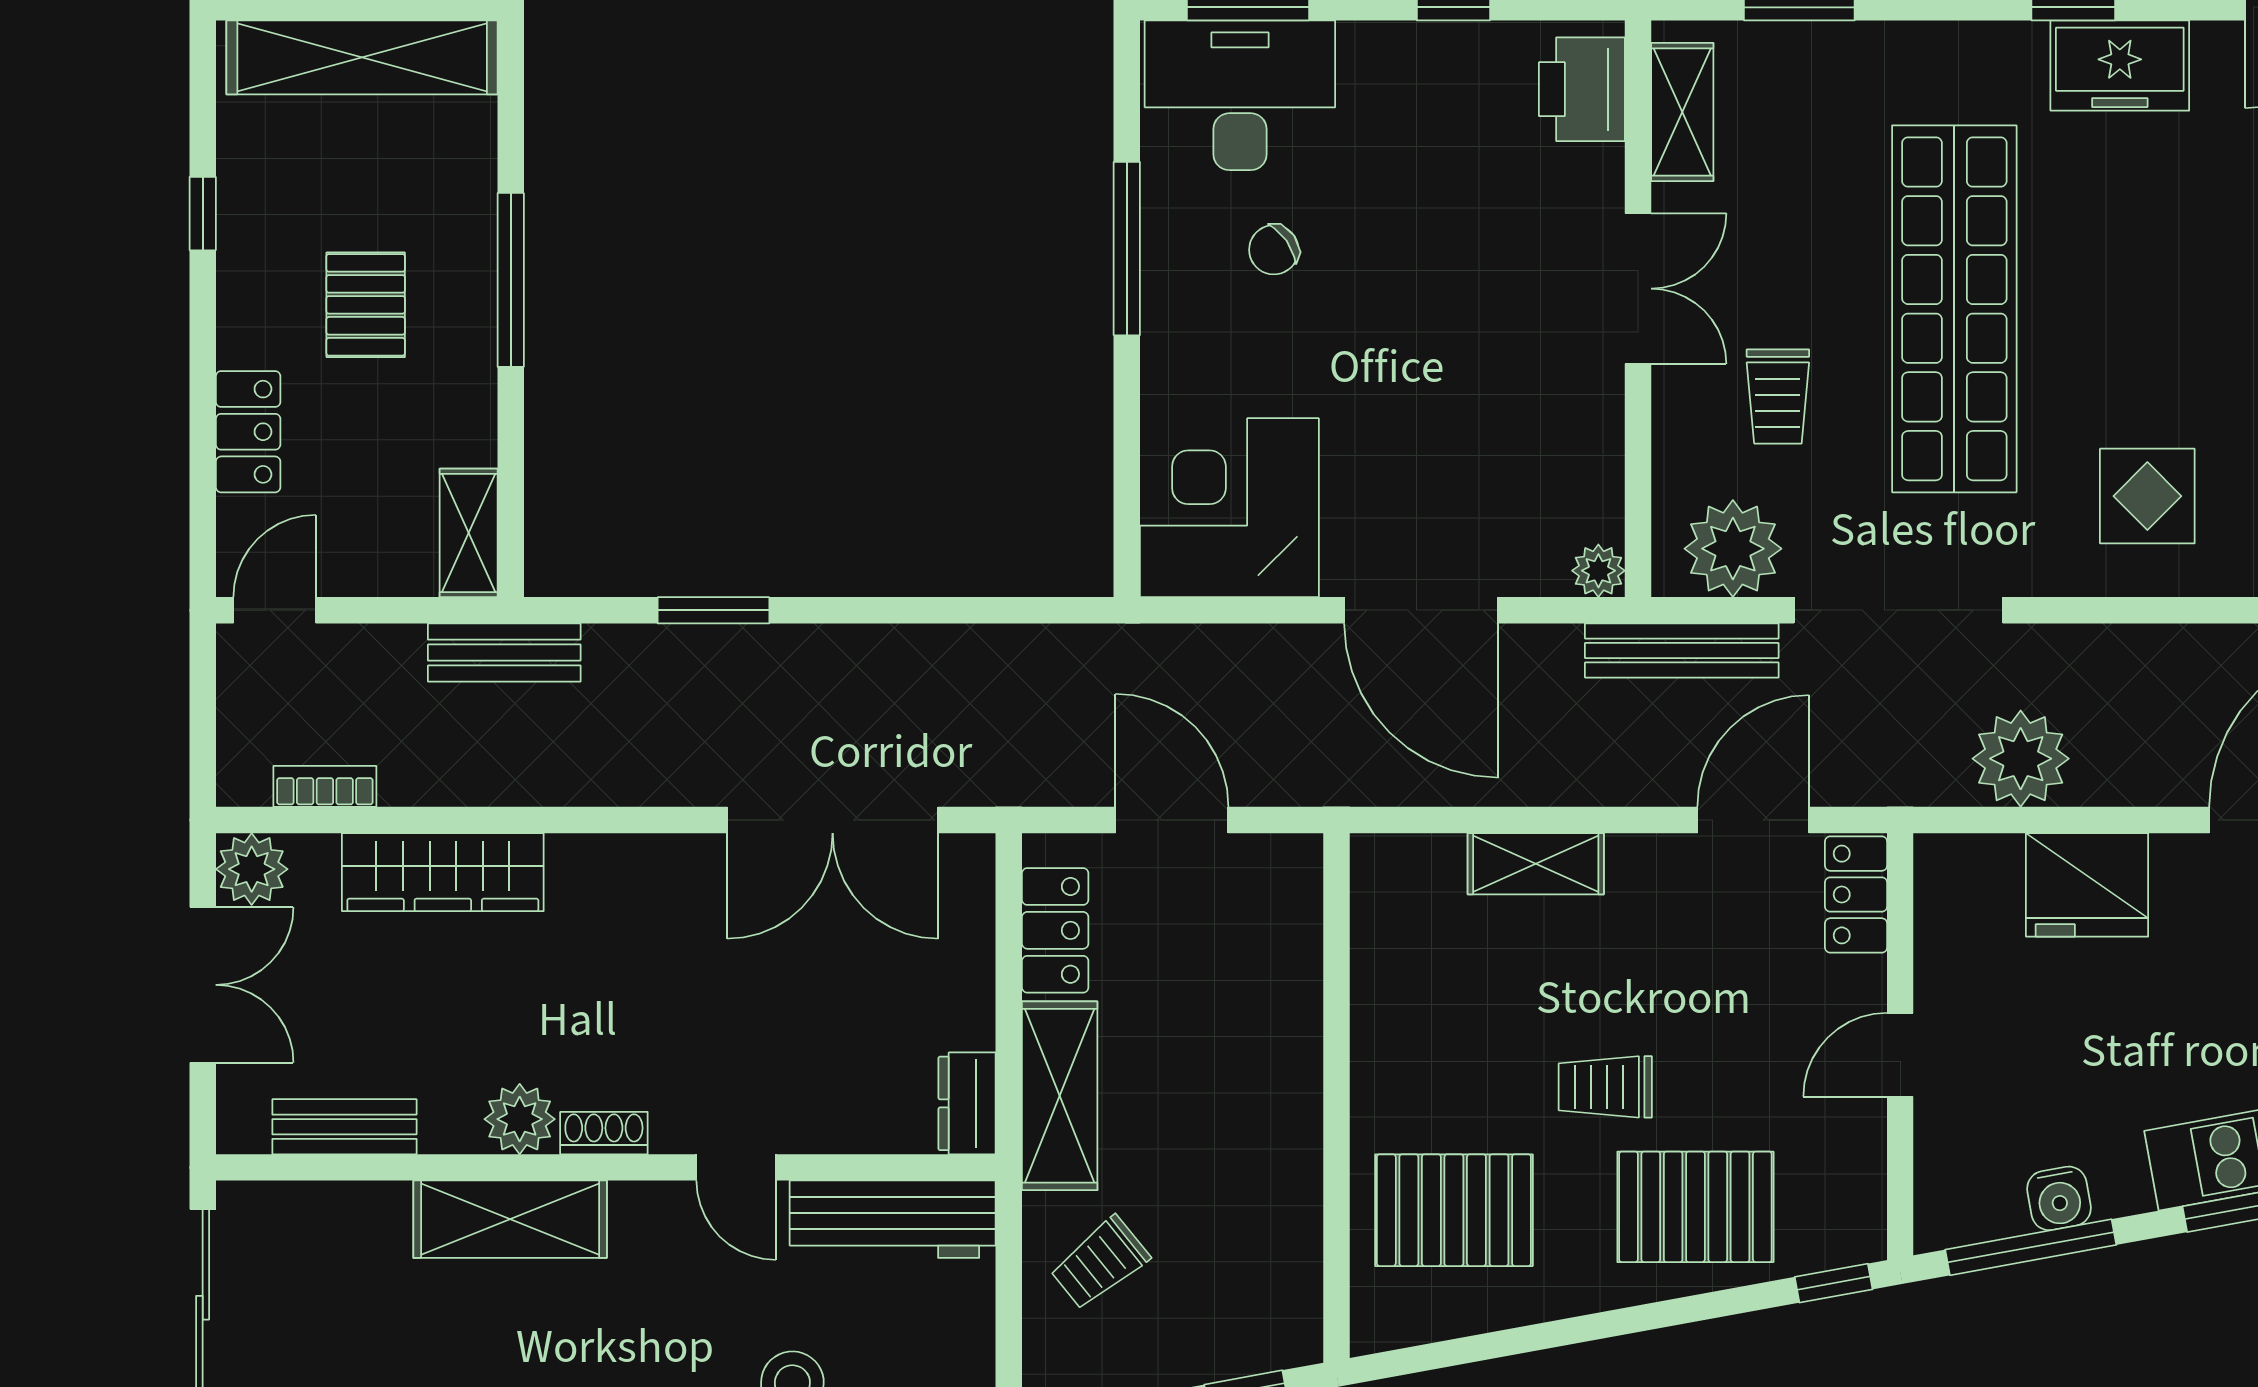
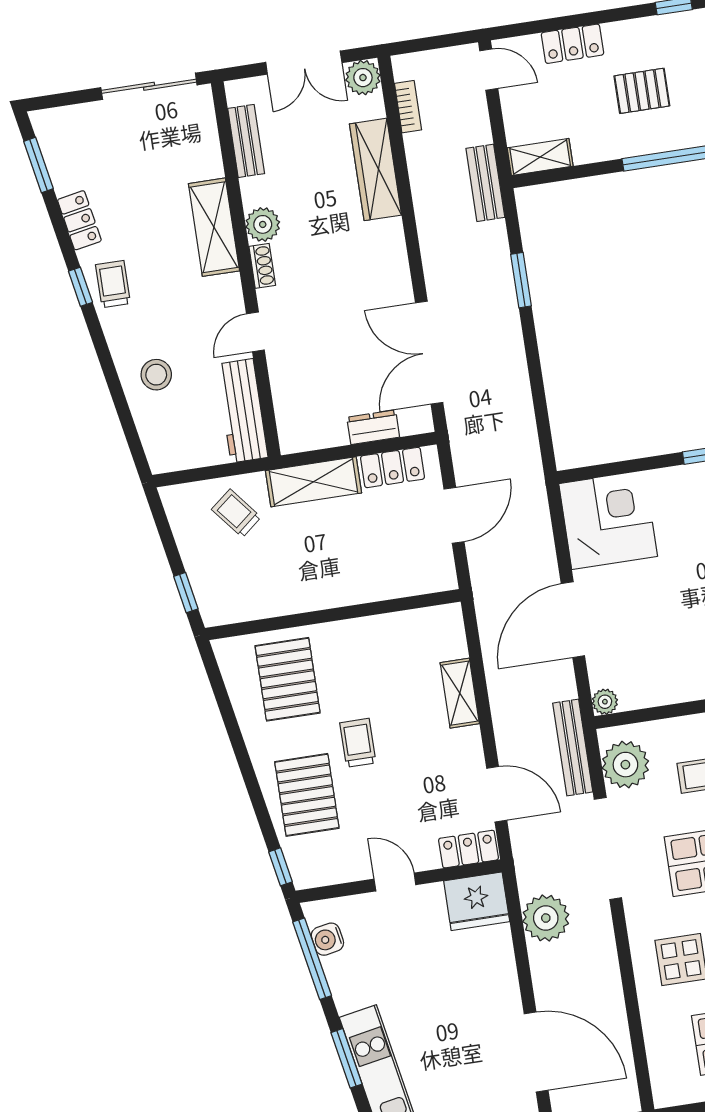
fridge: (2087, 885) -> (477, 901), moved, turned -90
dresser: (967, 1103) -> (373, 427), moved
water cooler: (2059, 1198) -> (327, 939), moved

